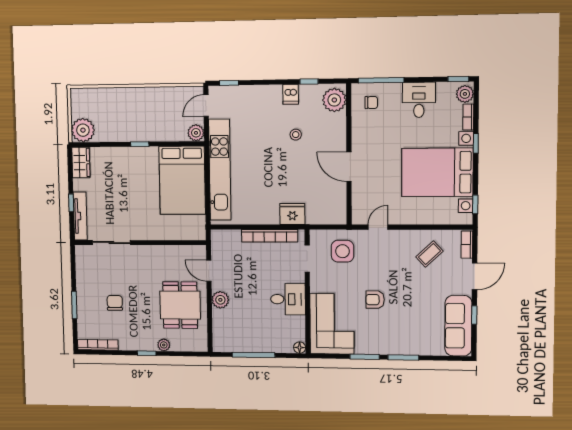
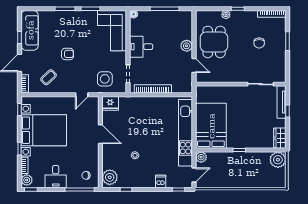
dishwasher: (291, 94) -> (161, 181), moved
fridge: (292, 214) -> (110, 103), moved
armchair: (375, 300) -> (68, 54), moved

